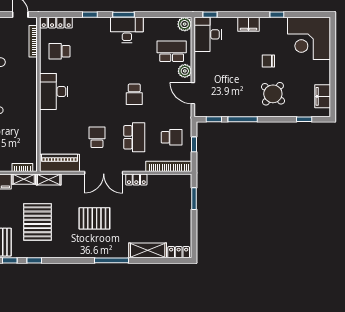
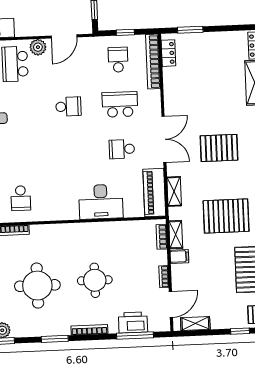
desk: (54, 92) -> (101, 202), moved
shelving: (49, 180) -> (174, 191), moved
locker: (136, 180) -> (168, 53), moved
pallet: (94, 218) -> (219, 148), turned 90

